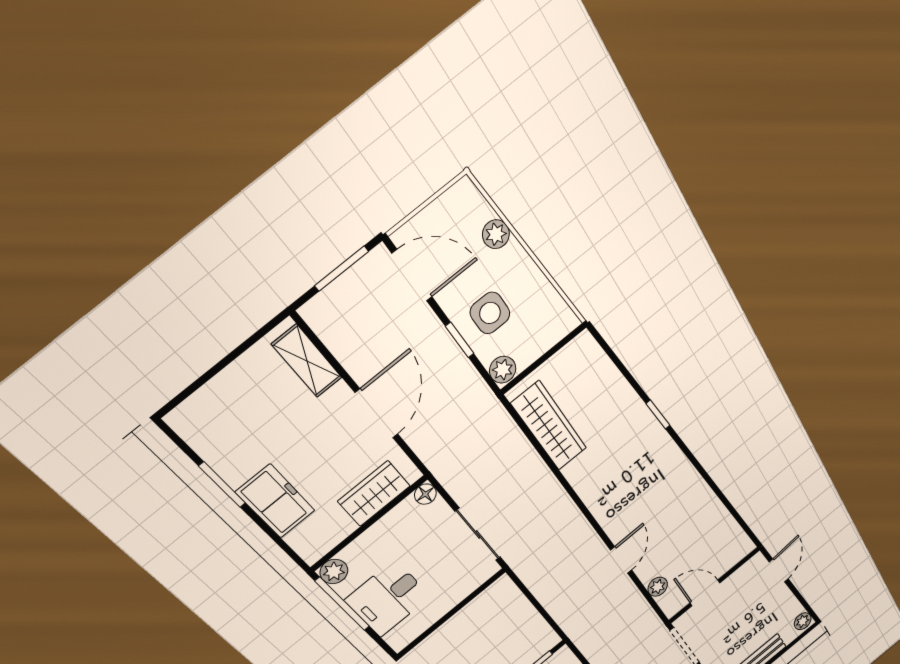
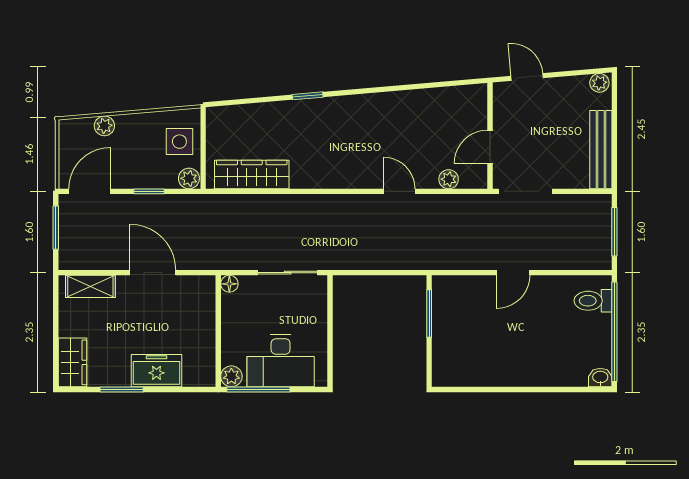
side table: (490, 313) -> (179, 142), moved
wardrobe: (374, 494) -> (73, 362), moved, turned 180
desk: (388, 598) -> (281, 361), width x1.37

